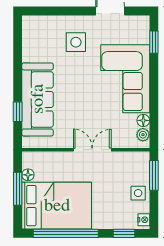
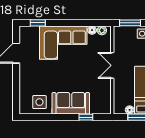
side table: (76, 42) -> (39, 102), moved
sofa: (38, 99) -> (71, 103), width x0.73

